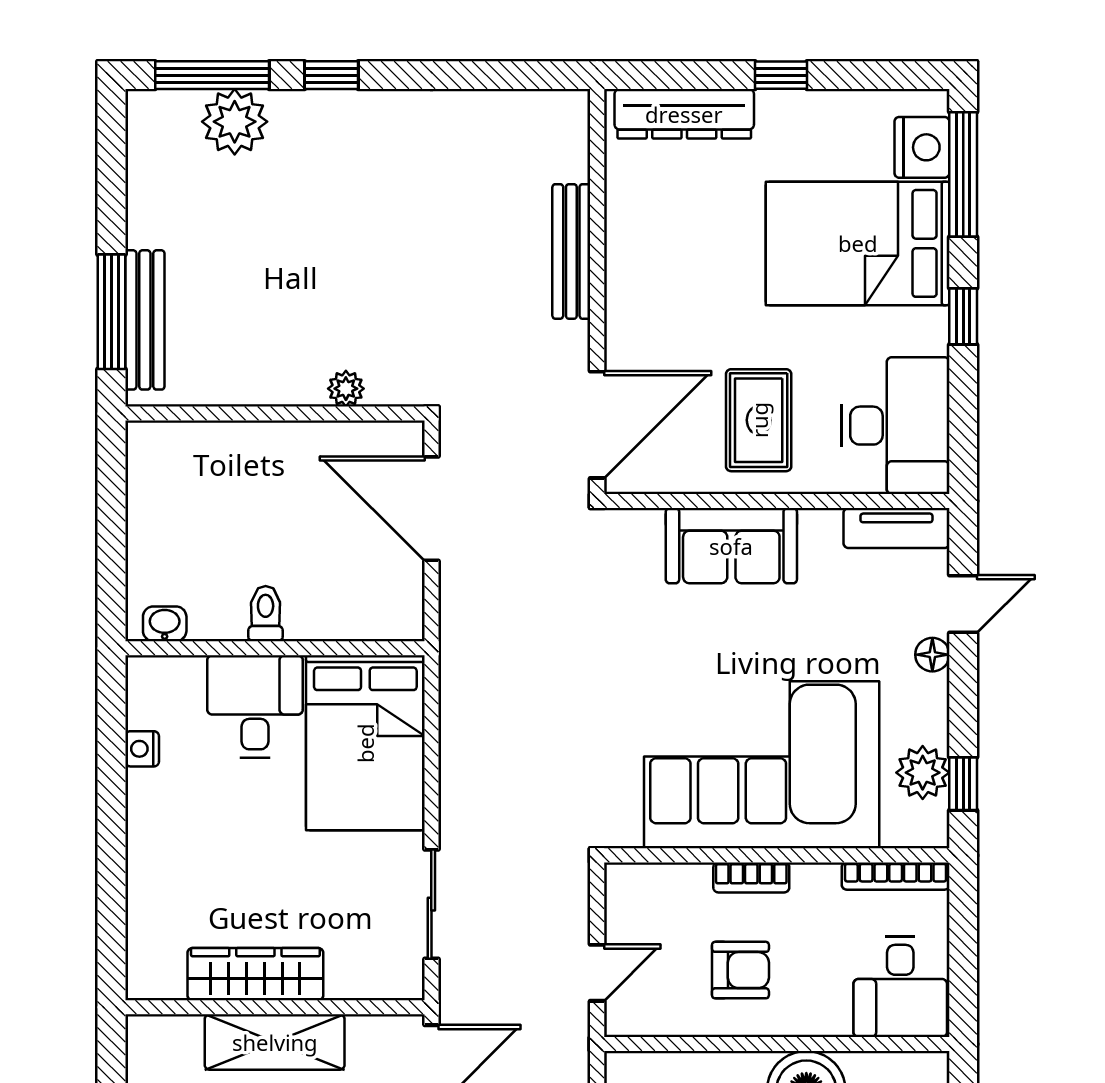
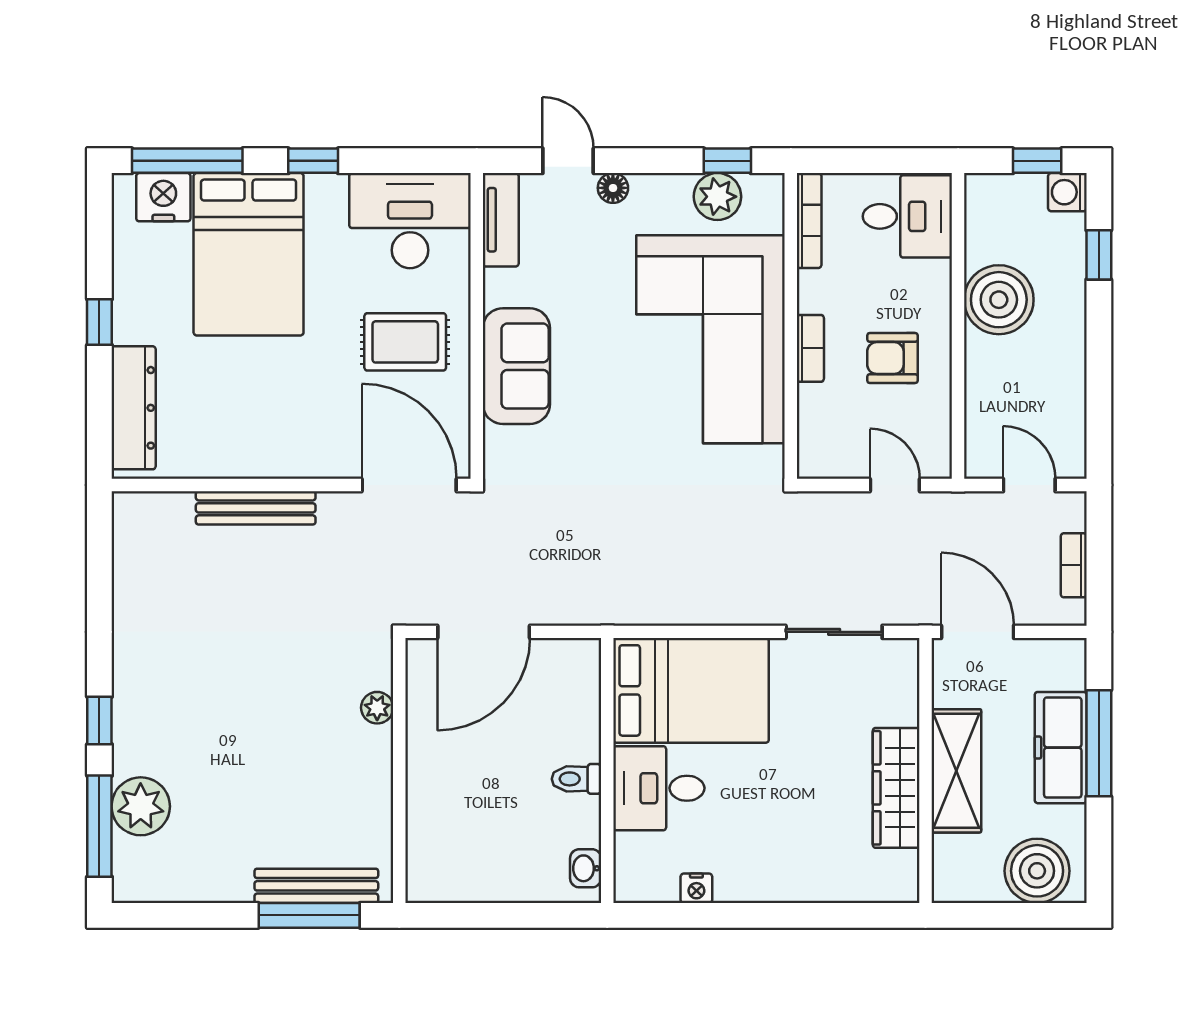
armchair: (740, 970) -> (892, 358), turned -90

